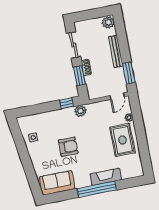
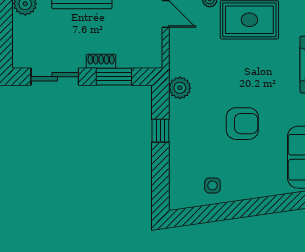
window: (66, 103) -> (160, 131), moved
armchair: (68, 147) -> (242, 124), turned 90

